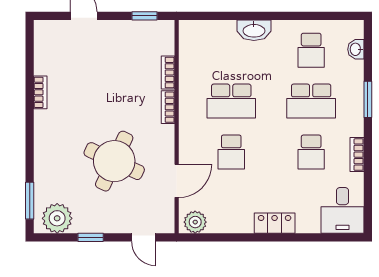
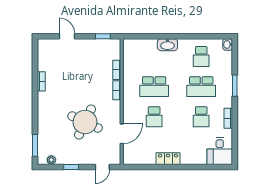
washbasin: (356, 49) -> (228, 44), moved
plant: (57, 218) -> (51, 160), width x0.53, depth x0.53
plant: (195, 222) -> (133, 158), removed
locker: (275, 223) -> (168, 159), moved
door: (144, 237) -> (102, 167), hinge flipped

